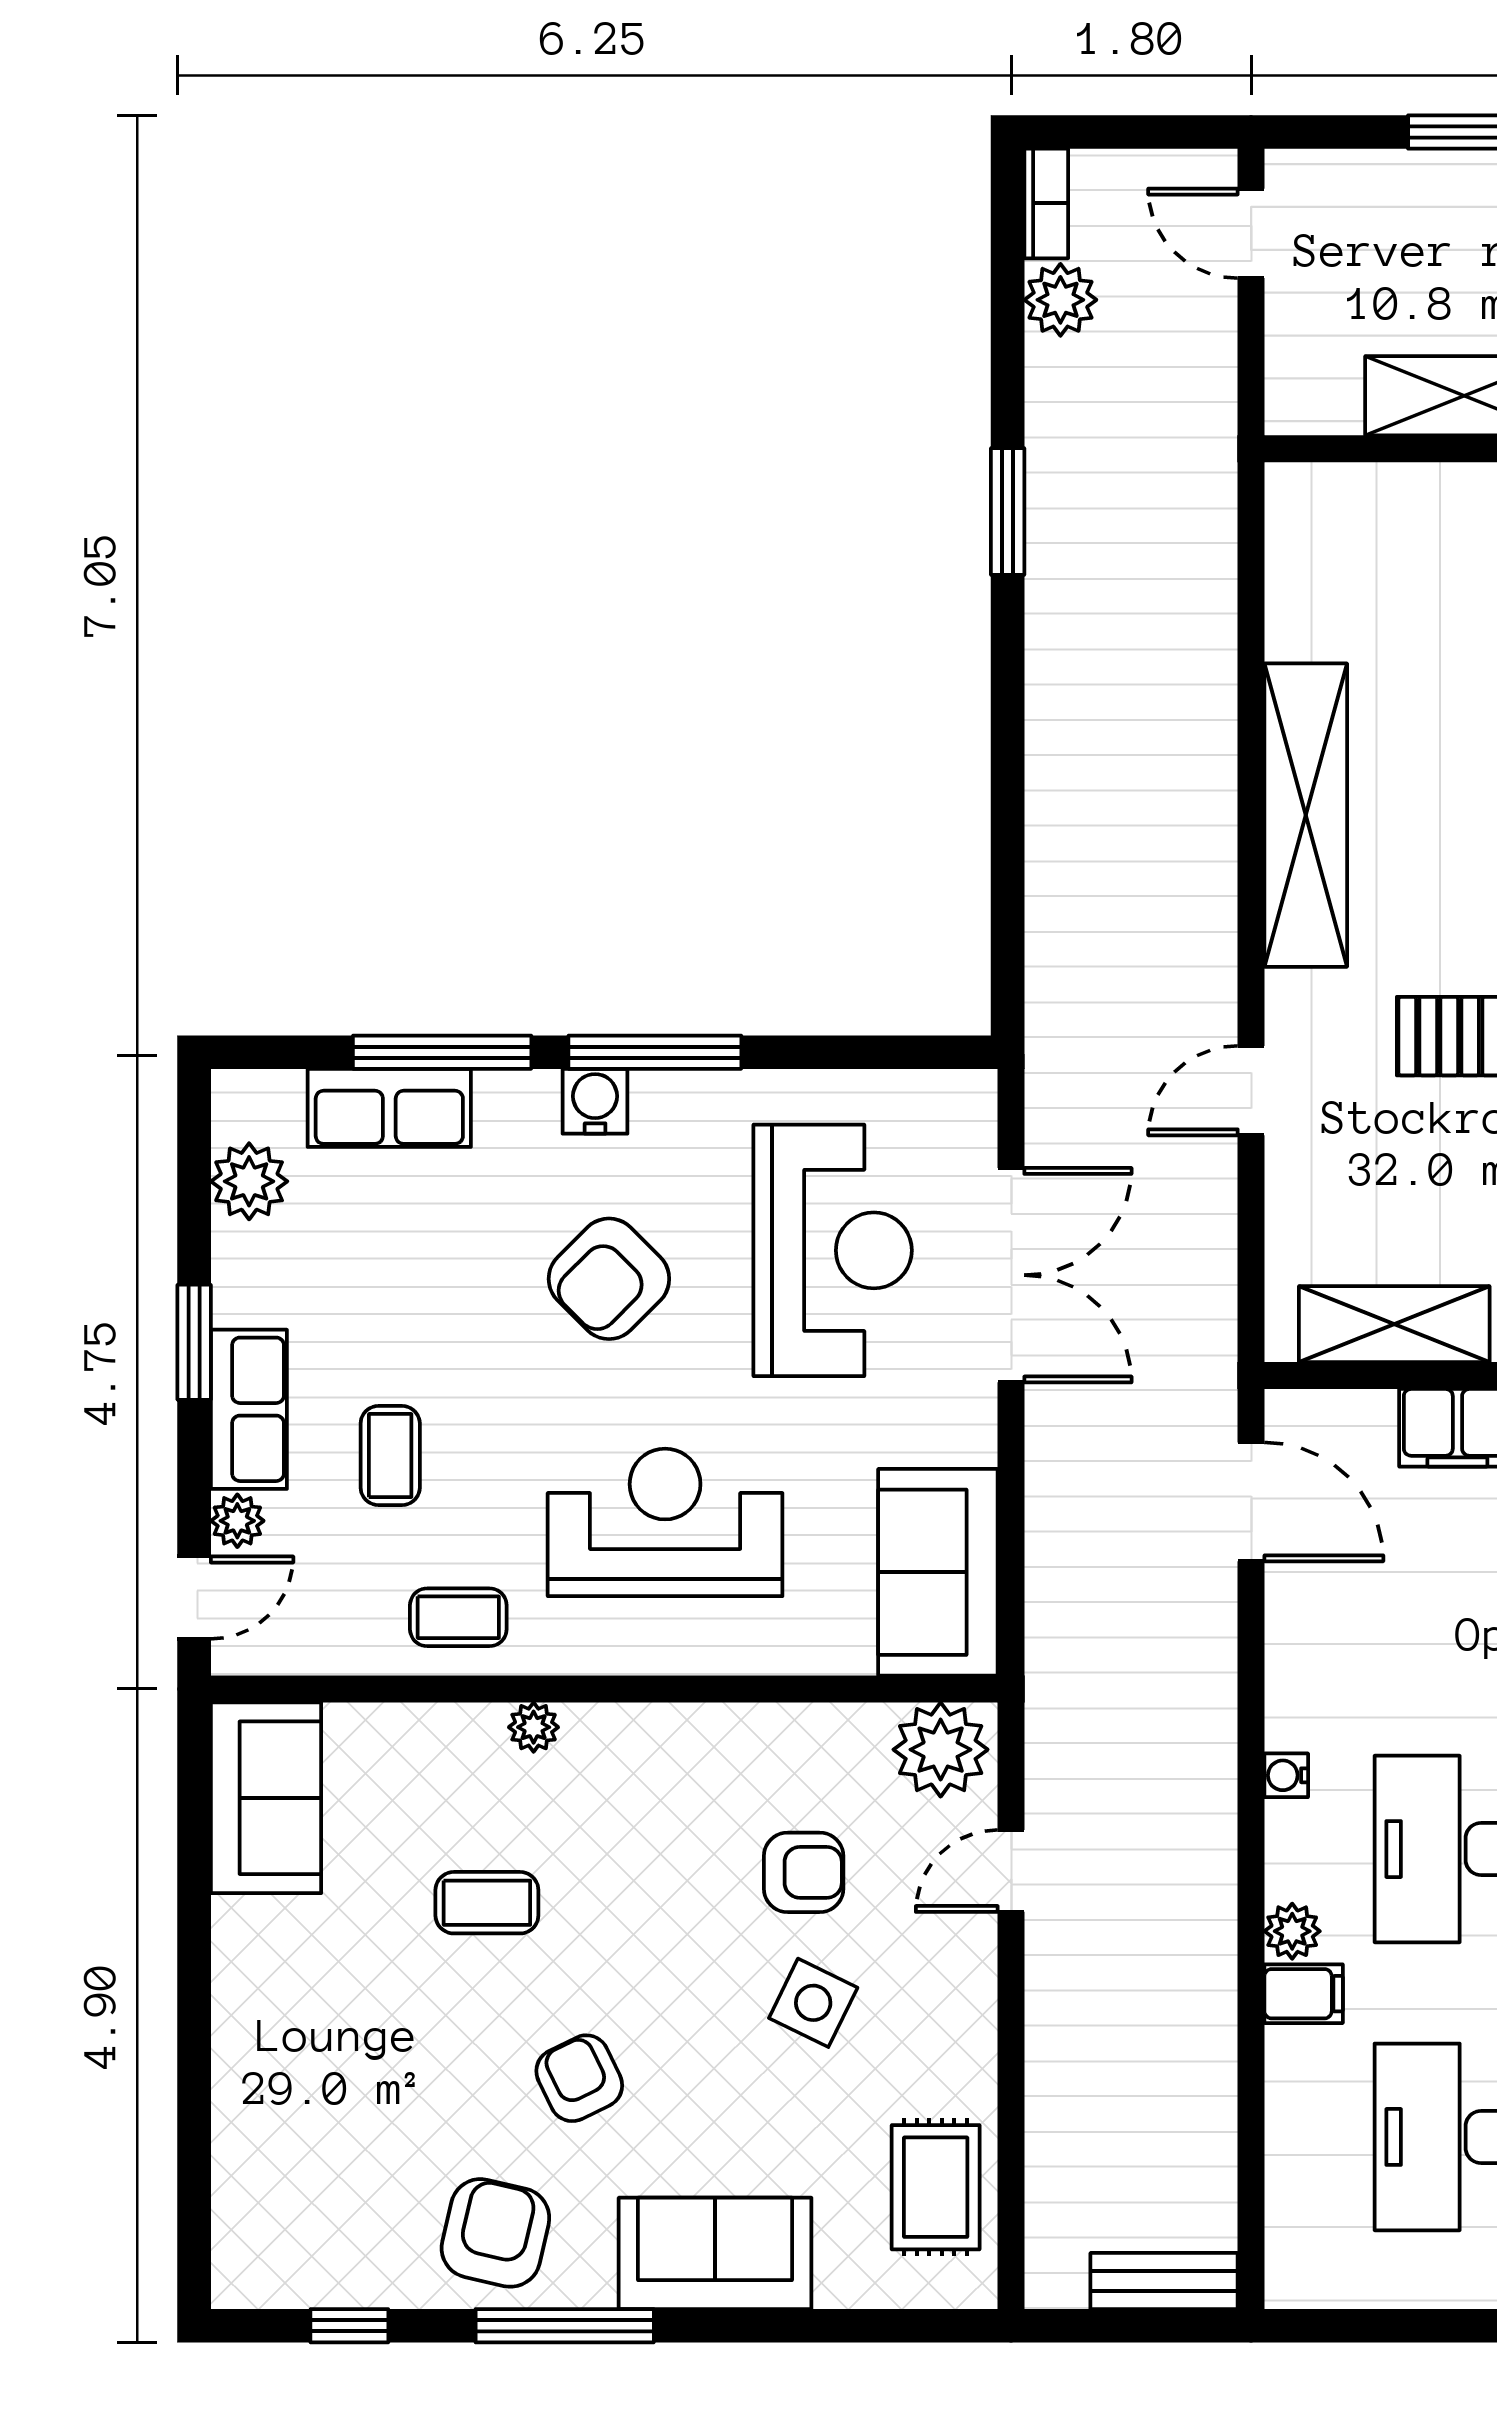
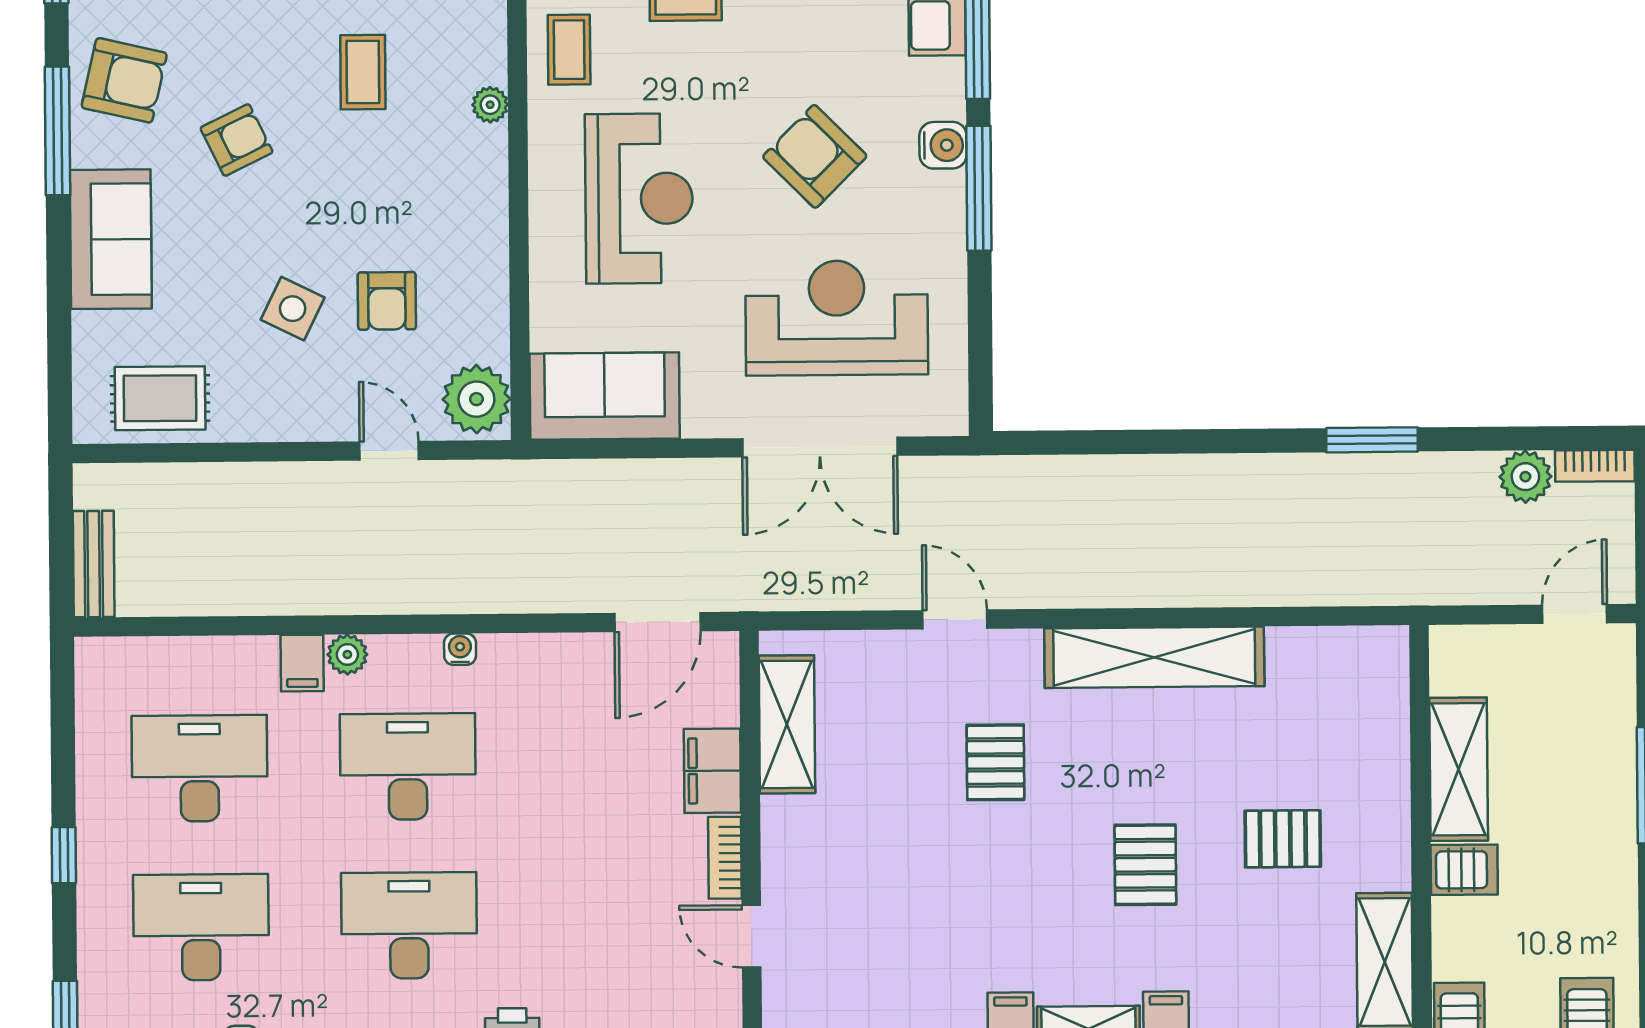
reception desk: (833, 1250) -> (837, 318), turned 180

